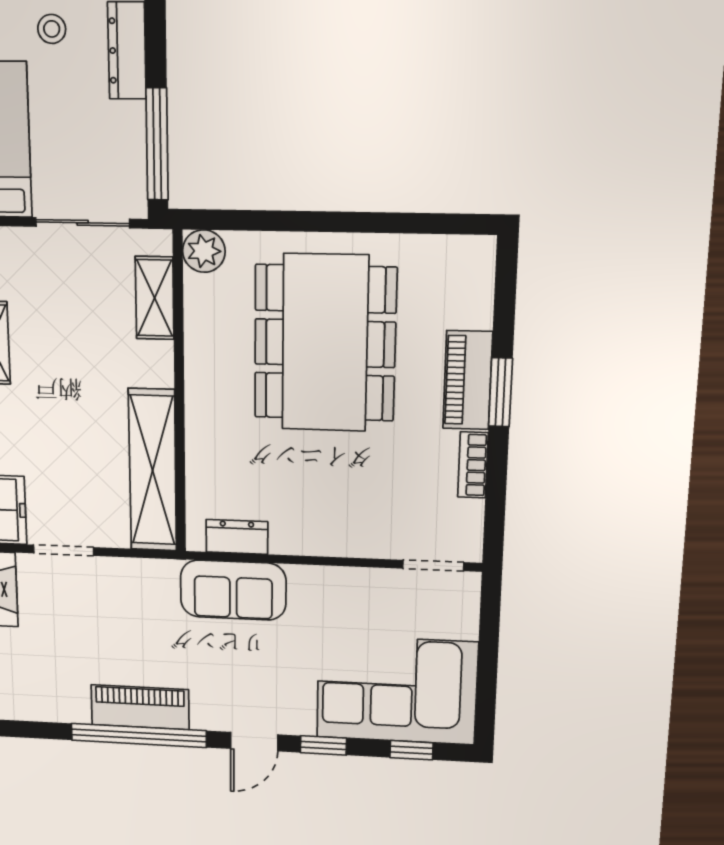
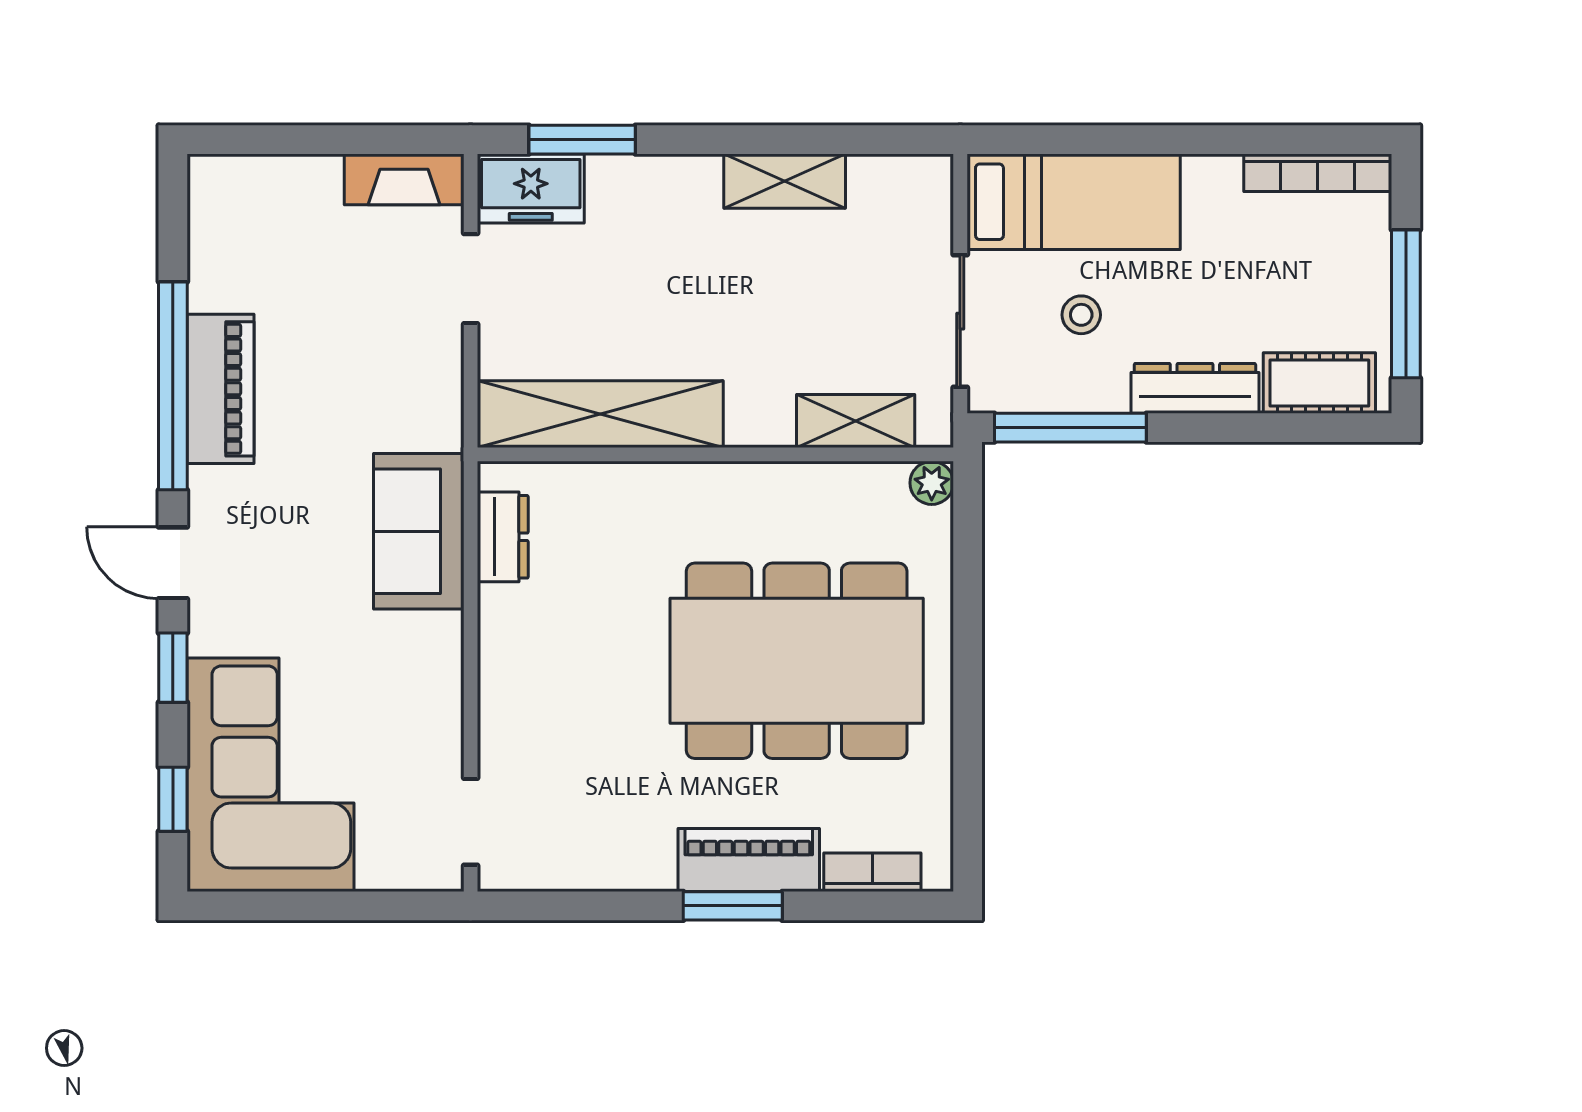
stool: (52, 29) -> (1081, 315), moved
plant: (204, 251) -> (932, 483), width x0.73, depth x0.73
bookcase: (473, 465) -> (872, 872), moved

